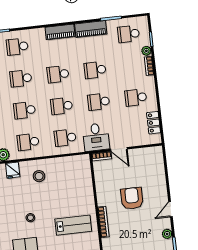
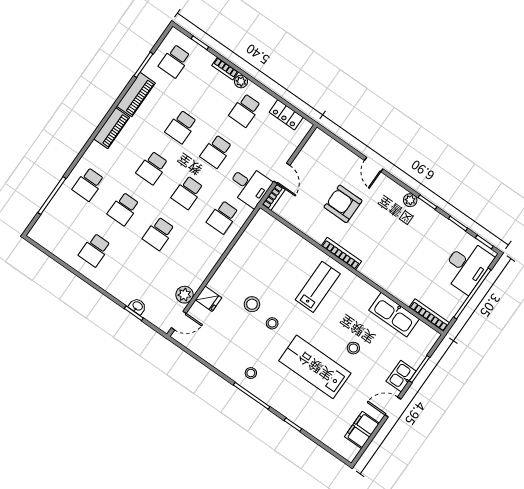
plant: (146, 51) -> (241, 82), moved
school desk: (28, 142) -> (194, 258), removed
door: (119, 149) -> (282, 173), hinge flipped
stool: (39, 176) -> (252, 304), moved
door: (171, 209) -> (374, 165), moved

